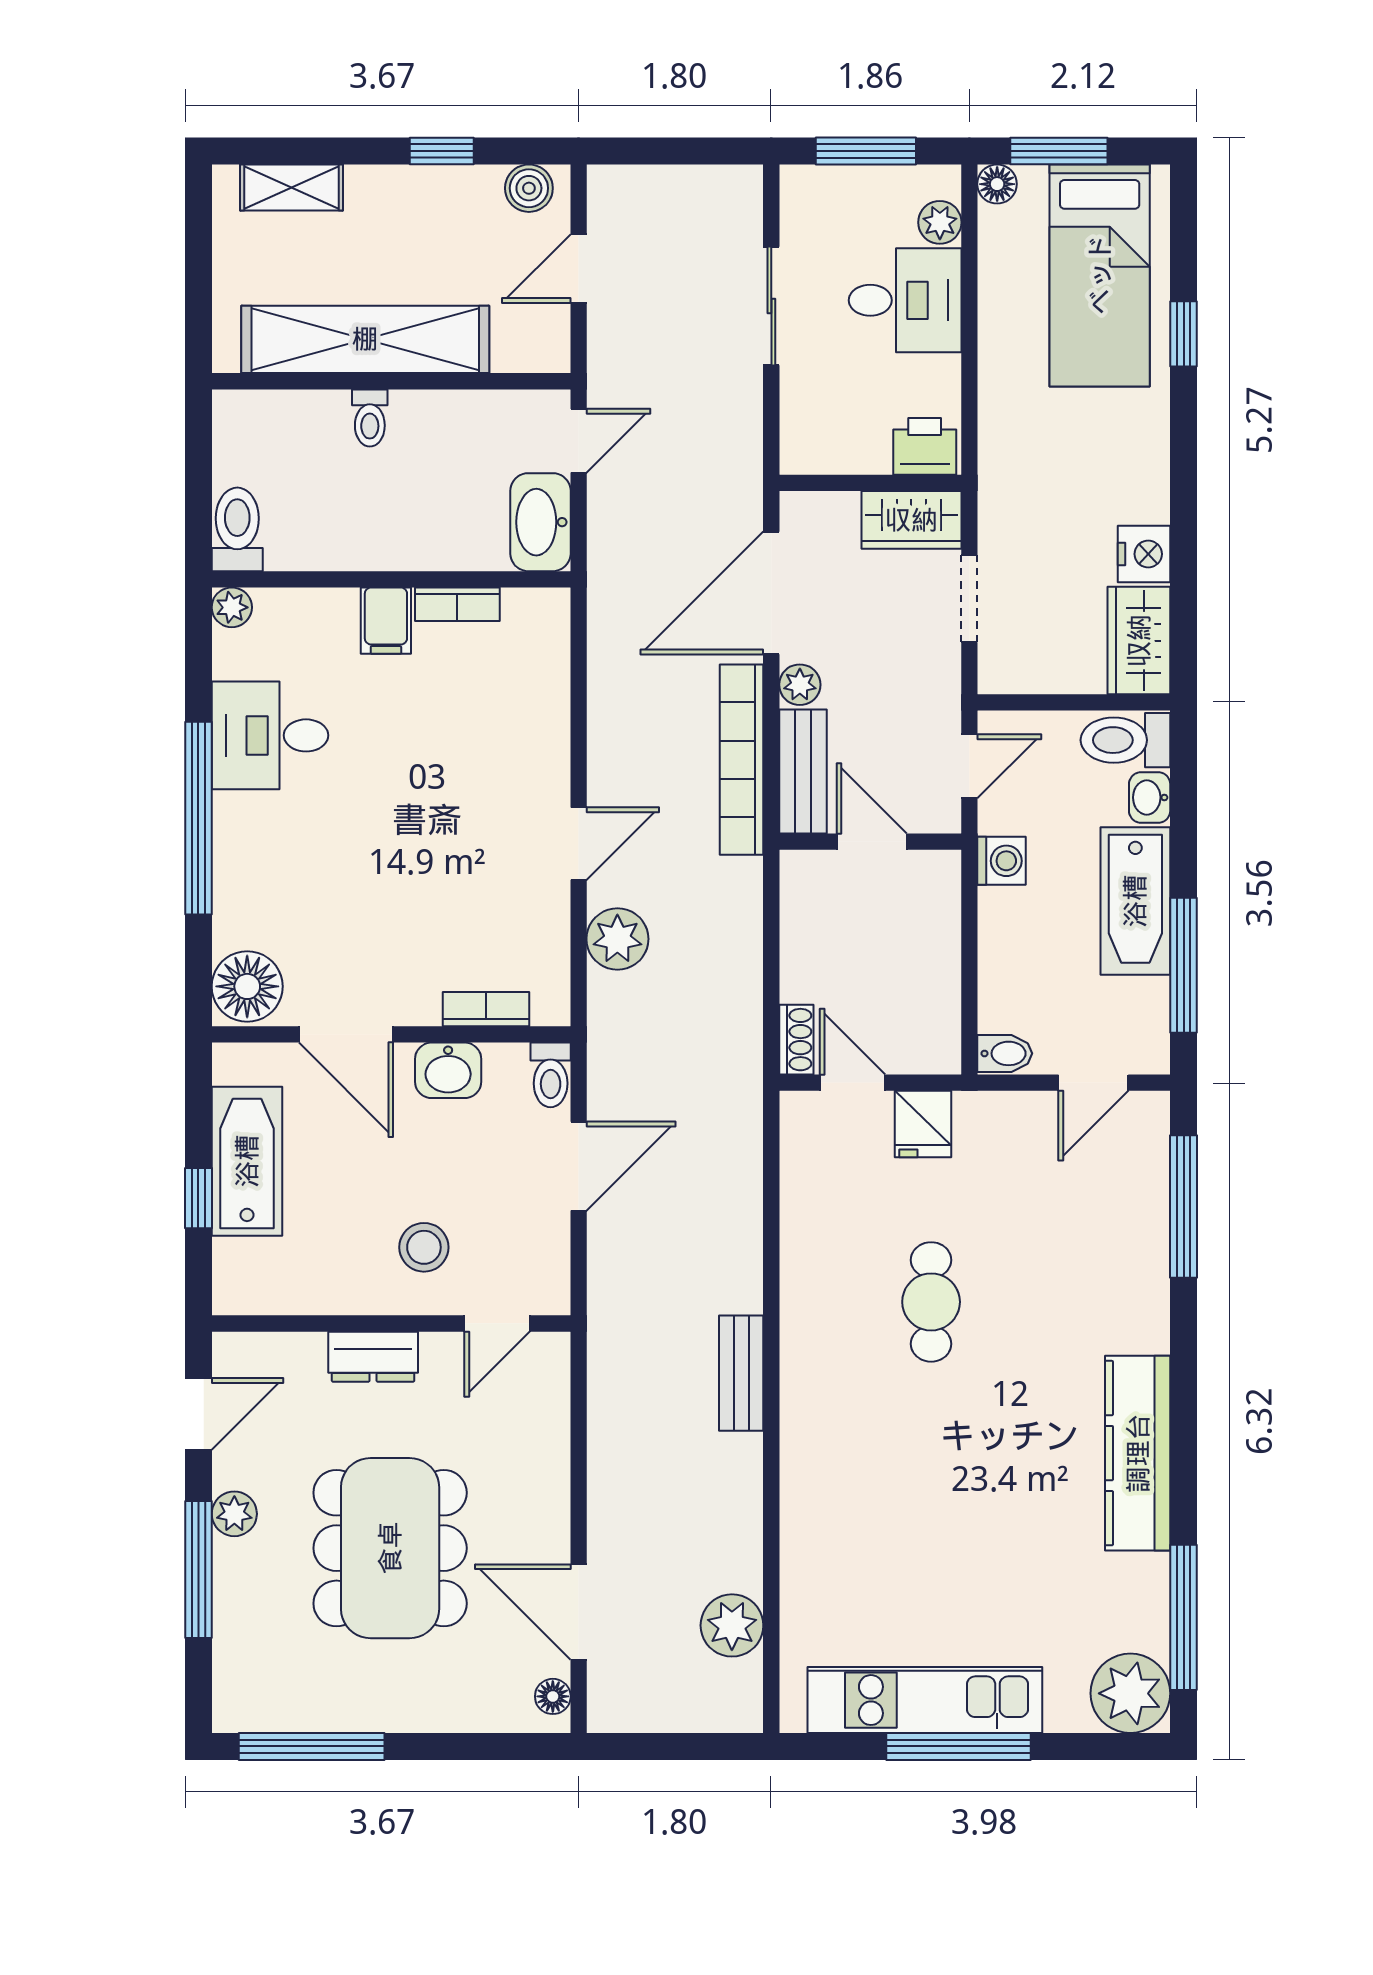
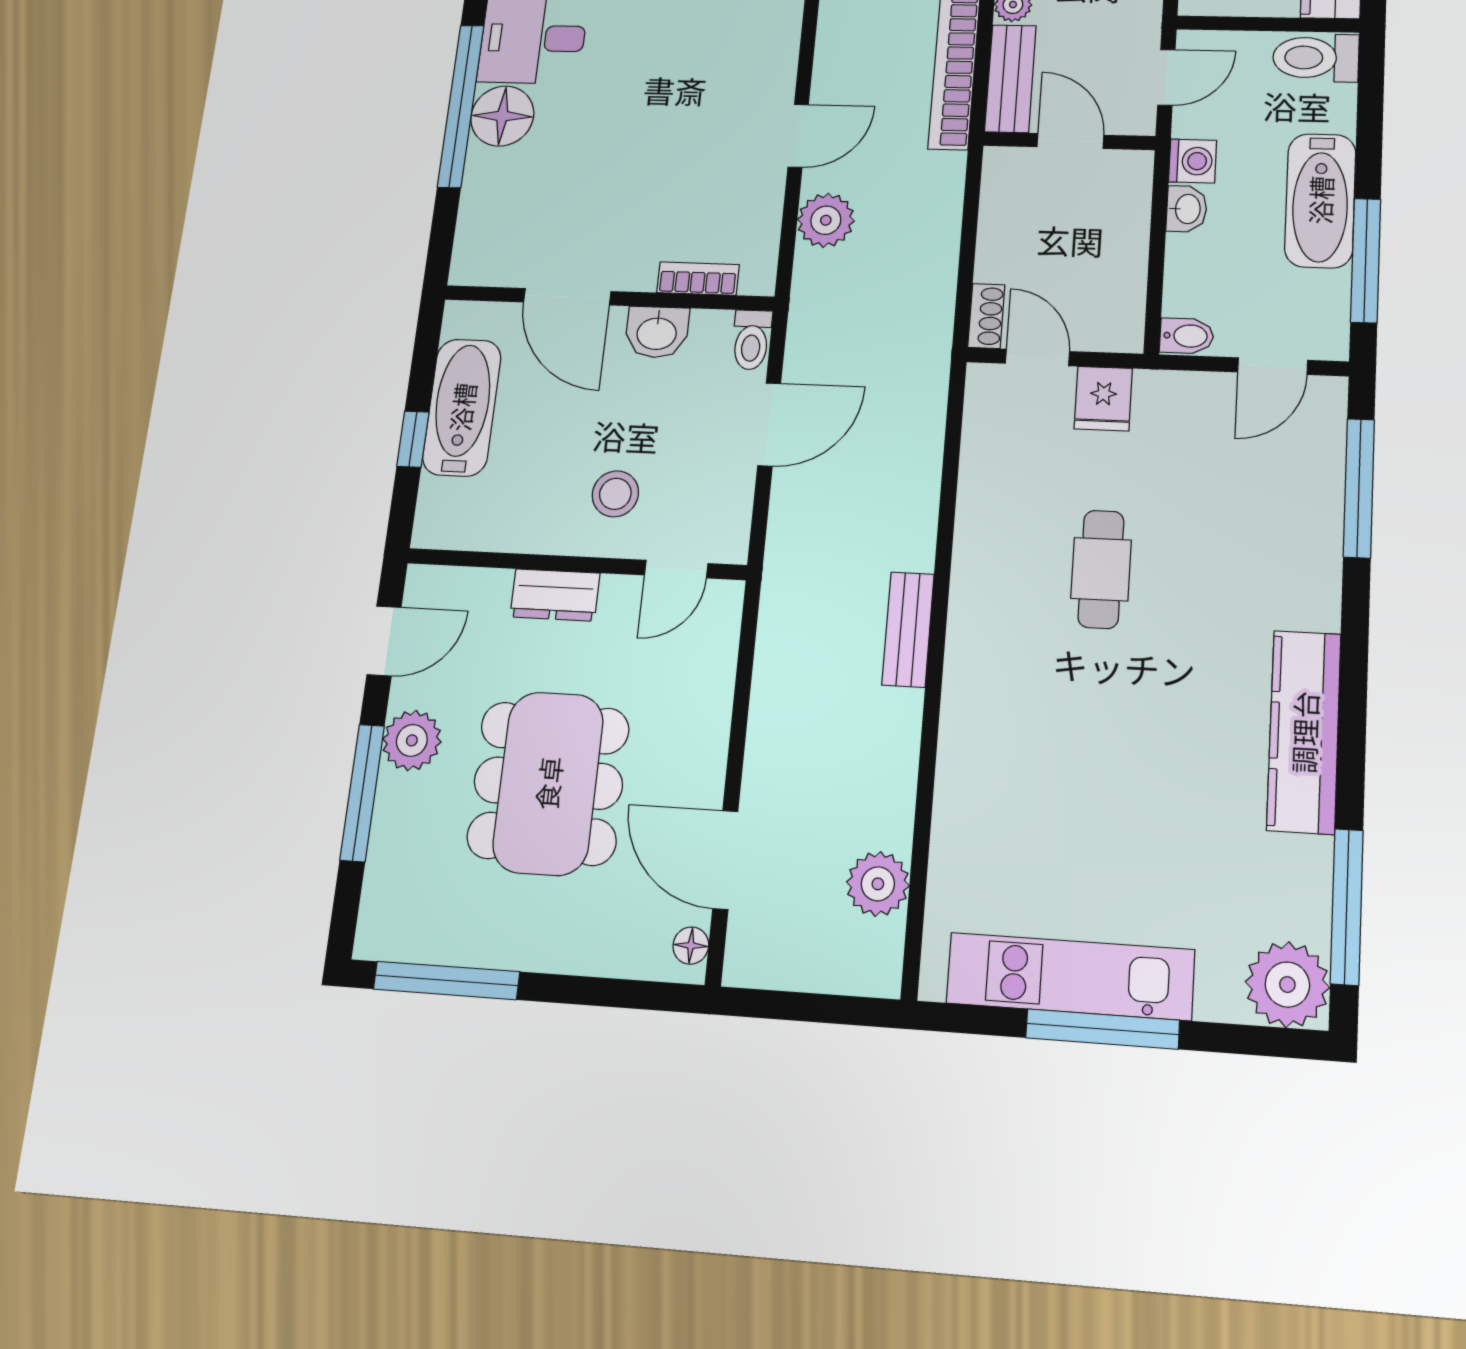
washbasin: (1150, 797) -> (1187, 209), moved, turned 180
floor lamp: (247, 986) -> (502, 116), moved
plant: (234, 1514) -> (412, 740), width x1.38, depth x1.38

